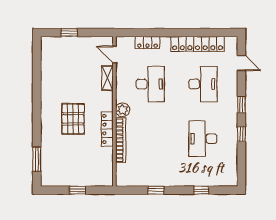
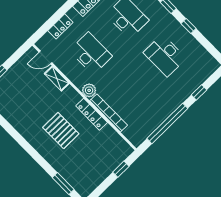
window: (78, 190) -> (121, 169), moved
window: (156, 190) -> (167, 123), width x3.17

